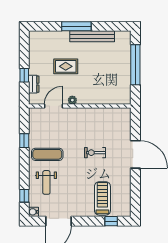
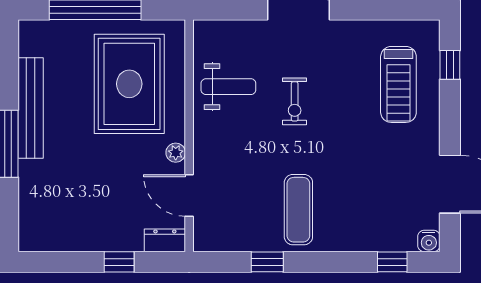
rug: (66, 66) -> (129, 84), moved, width x1.86, depth x2.06
dresser: (34, 84) -> (165, 240), moved
weight bench: (46, 182) -> (228, 87), moved
treadmill: (102, 198) -> (398, 84), turned -90

